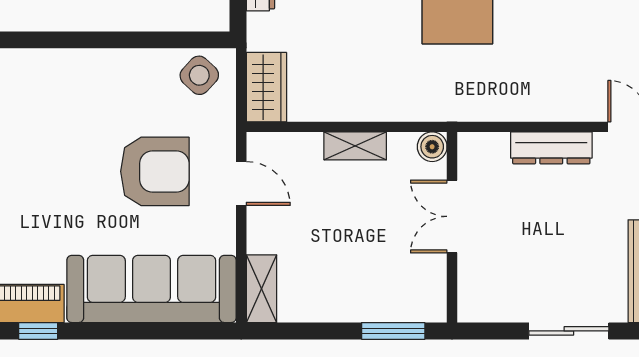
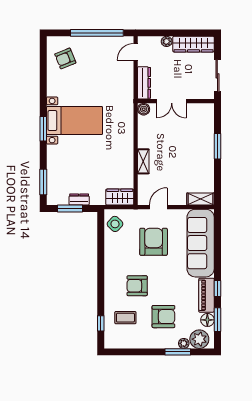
armchair: (45, 130) -> (137, 286), added
boiler: (432, 147) -> (144, 109), moved
double door: (452, 216) -> (172, 101), moved
wall: (452, 227) -> (176, 101), moved

